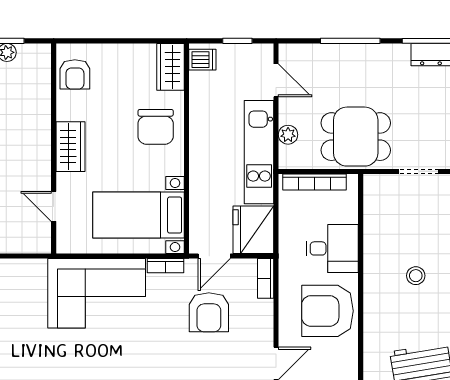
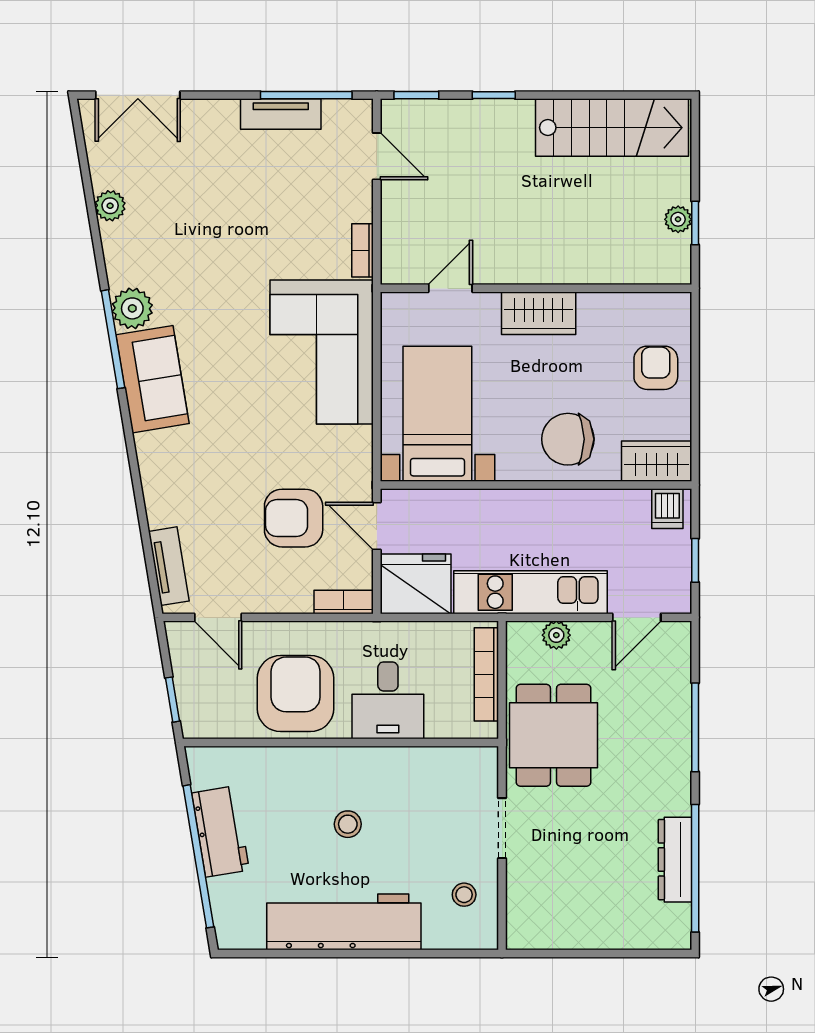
armchair: (75, 74) -> (656, 368), moved, turned 90
bookcase: (165, 266) -> (362, 250), moved

